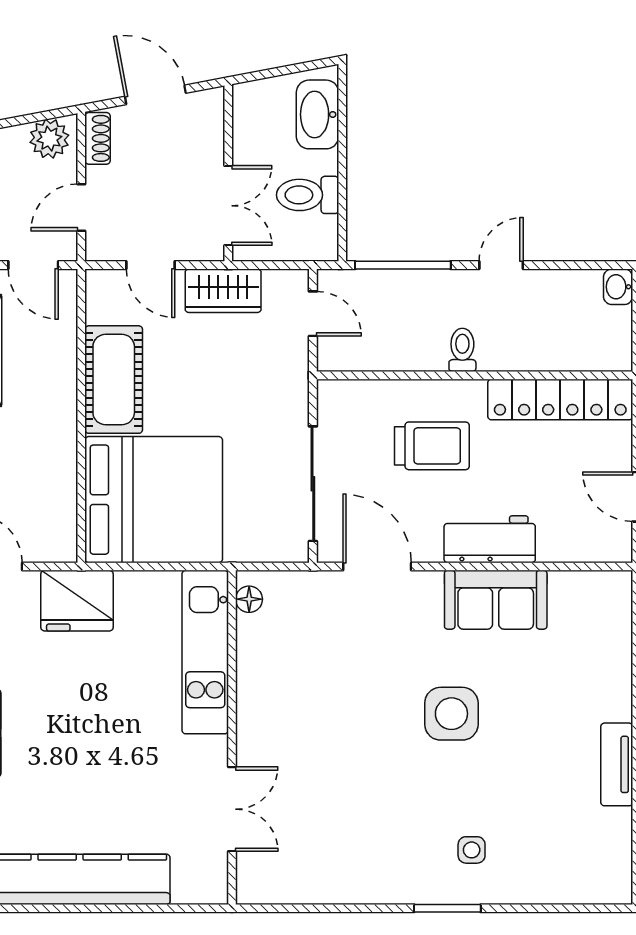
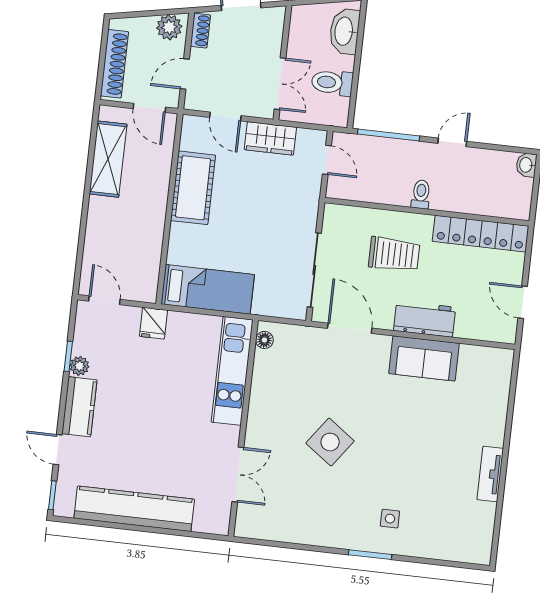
bed: (154, 500) -> (208, 289), width x0.49
fridge: (77, 601) -> (154, 323), width x0.53, depth x0.75
side table: (451, 714) -> (330, 442), moved, turned 36

